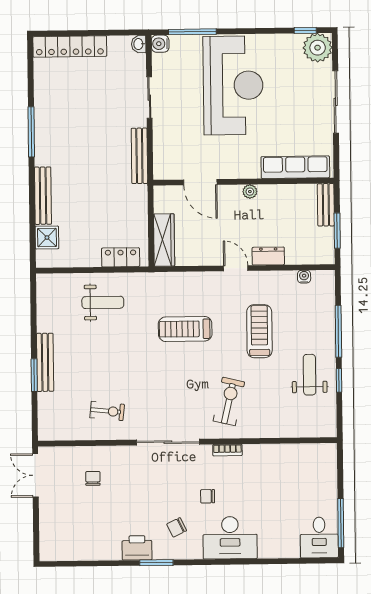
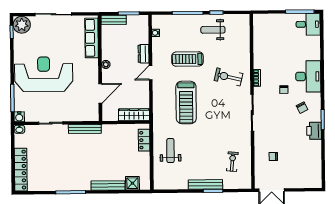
treadmill: (185, 329) -> (186, 102), width x1.37, depth x1.38
exercise bike: (107, 411) -> (232, 162), moved

